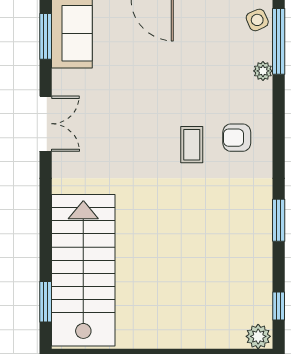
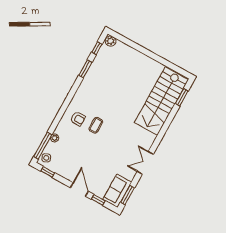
window: (279, 220) -> (85, 69), moved

